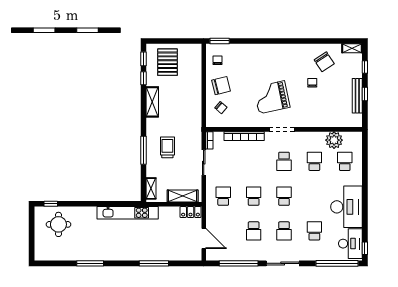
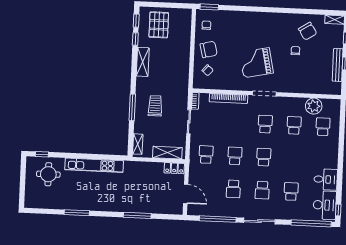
school desk: (284, 161) -> (265, 124), turned 180
desk: (346, 207) -> (326, 179), width x0.53, depth x0.77
kitchen unit: (128, 213) -> (94, 165), moved

